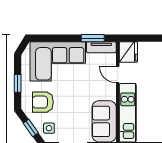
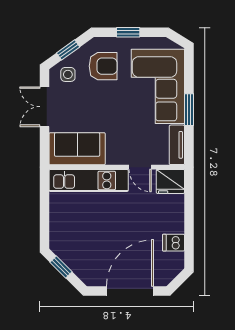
window: (93, 38) -> (189, 110), moved
door: (118, 75) -> (140, 167), swing flipped
armchair: (43, 102) -> (103, 66), turned 90

